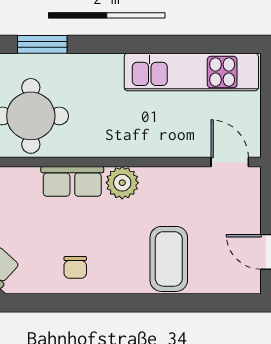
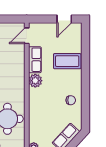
row of seats: (72, 181) -> (35, 60), moved

